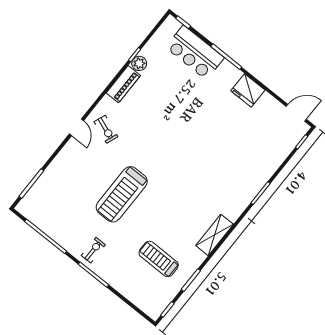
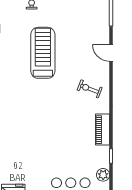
plant: (139, 63) -> (103, 175), moved
door: (76, 127) -> (111, 53), moved

